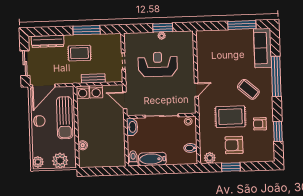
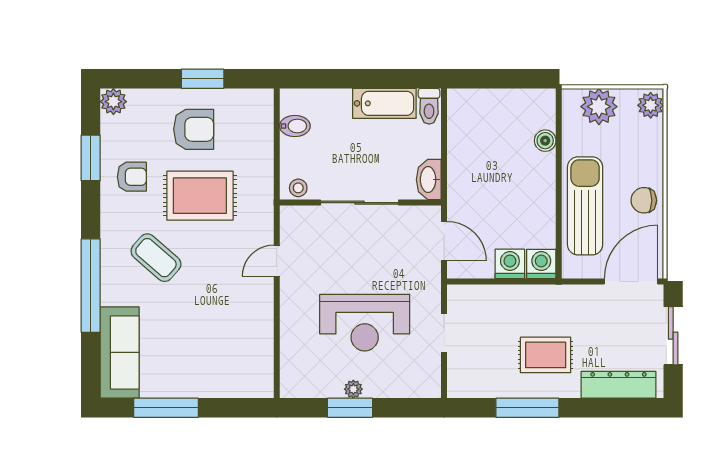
bench: (93, 78) -> (516, 295), removed
plant: (210, 158) -> (113, 102), moved

